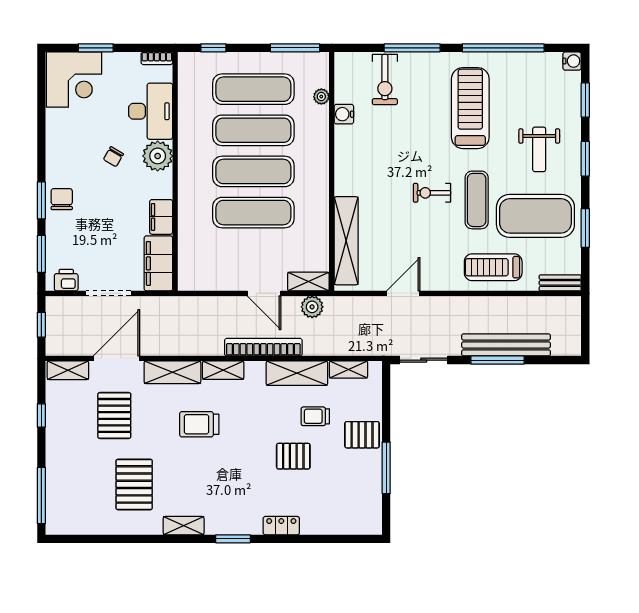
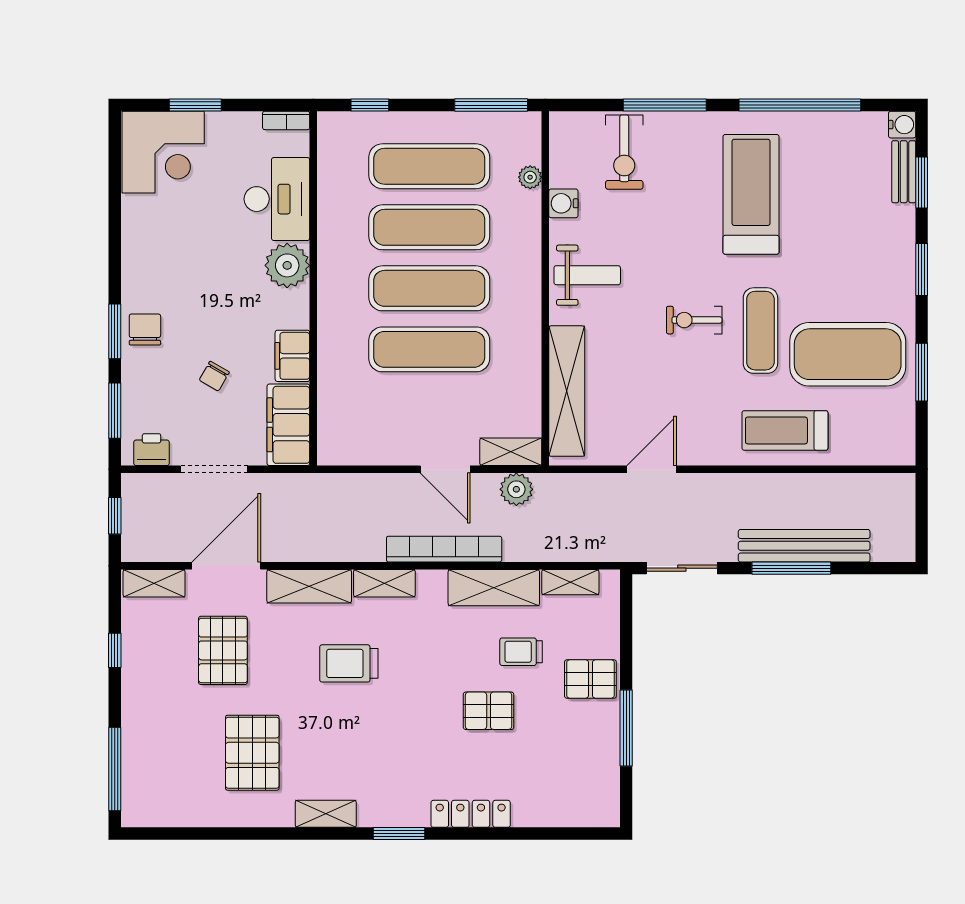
weight bench: (539, 149) -> (587, 275), moved, turned -90
chair: (113, 157) -> (214, 376), moved
bench: (560, 283) -> (904, 172), moved, turned 90
locker: (281, 526) -> (471, 814), width x1.53

